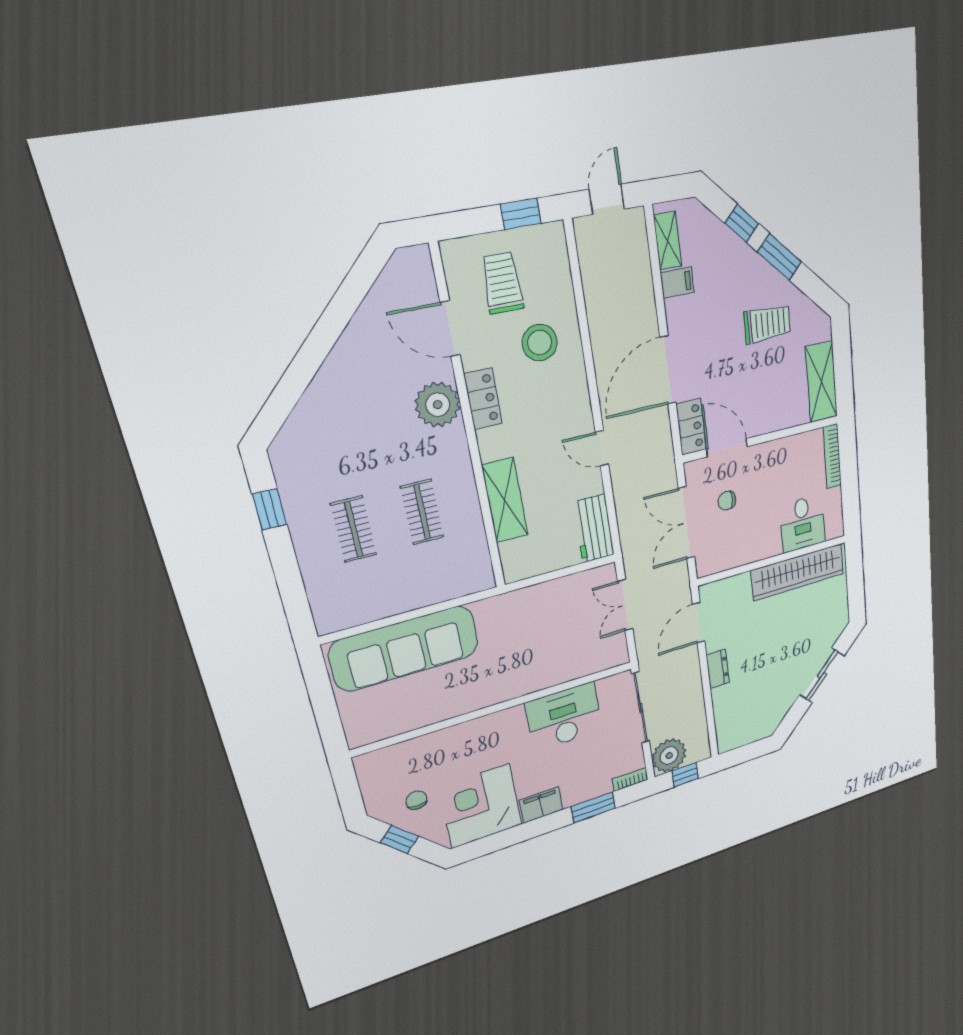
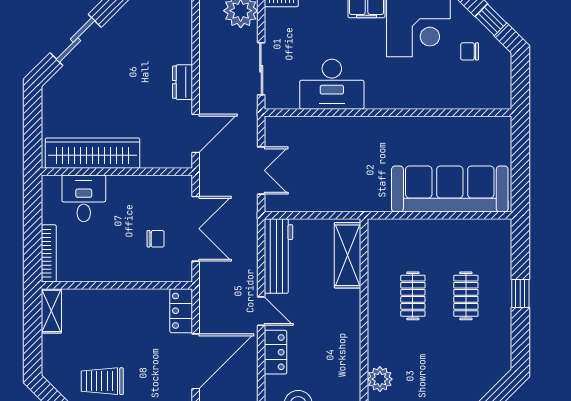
shelving: (821, 382) -> (51, 311), width x0.67, depth x0.75
locker: (483, 399) -> (276, 352), moved, turned 180
plant: (438, 405) -> (380, 379), width x0.73, depth x0.73
door: (727, 448) -> (151, 285), removed
shelving: (505, 500) -> (348, 255), moved
window: (270, 509) -> (520, 294), moved
workbench: (594, 529) -> (279, 256), width x1.37
sliding door: (641, 708) -> (261, 69), width x0.73
chair: (416, 800) -> (470, 51), turned 90

